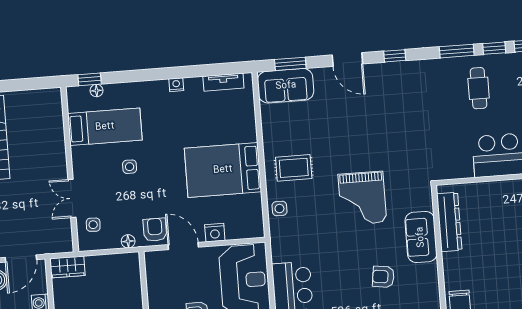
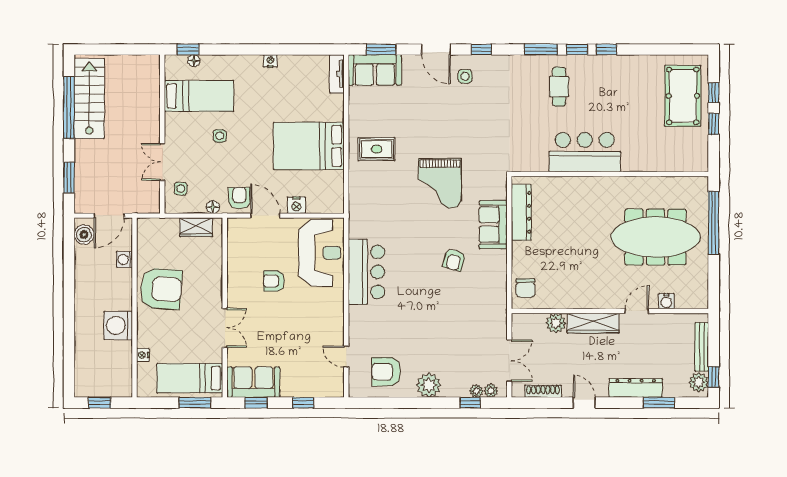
tv unit: (223, 82) -> (337, 74), moved, turned 90
side table: (279, 209) -> (465, 76), moved
wardrobe: (67, 267) -> (196, 227), moved
armchair: (383, 277) -> (454, 260), turned -82

